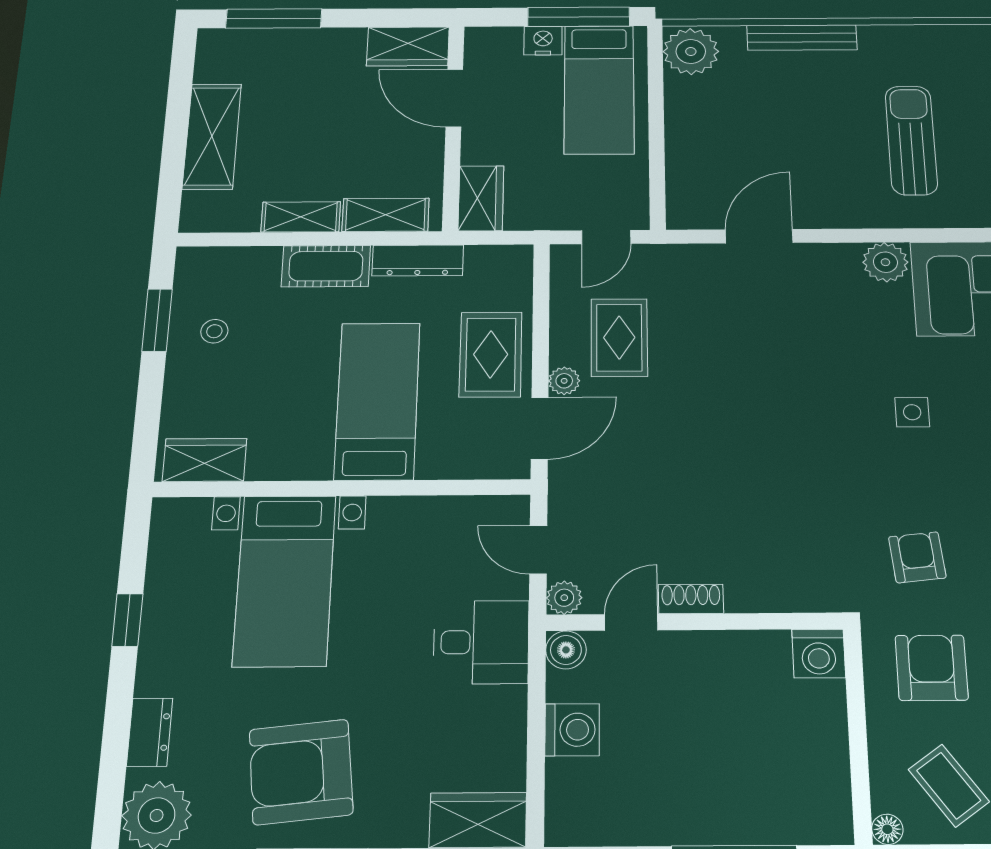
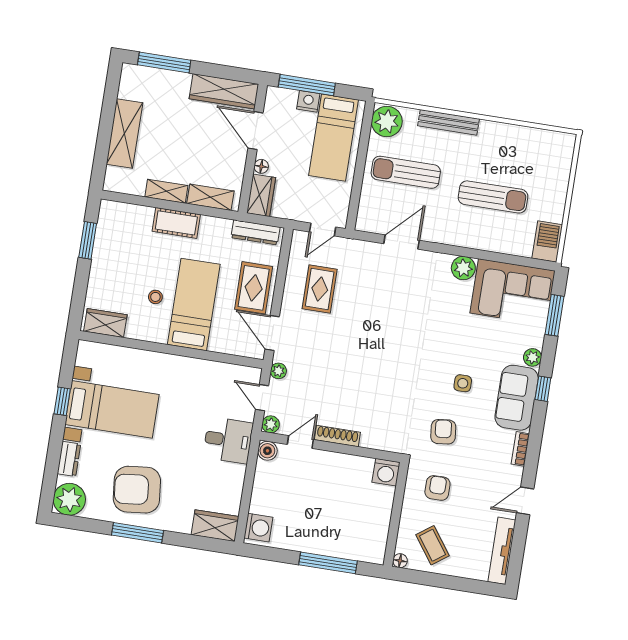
window: (579, 17) -> (307, 85), moved
wardrobe: (408, 46) -> (224, 91), width x1.50
sun lounger: (742, 124) -> (406, 172), added
sun lounger: (911, 140) -> (493, 197), turned 90
floor lamp: (474, 152) -> (261, 166), added
dresser: (418, 260) -> (255, 232), moved
stool: (214, 331) -> (155, 297), moved
plant: (564, 381) -> (278, 371), moved
side table: (912, 412) -> (463, 383), moved
door: (540, 428) -> (272, 333), swing flipped
bed with nightstands: (285, 580) -> (112, 409), moved, turned -90
shoe rack: (691, 599) -> (337, 436), width x1.43
armchair: (932, 668) -> (437, 488), width x0.72, depth x0.72
washing machine: (572, 730) -> (258, 528), moved

